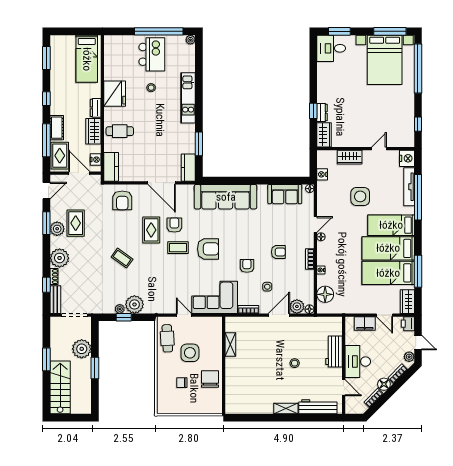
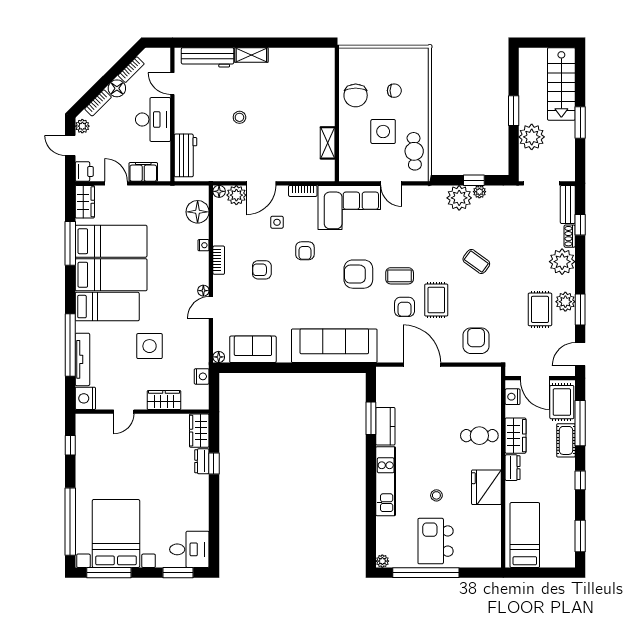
kitchen counter: (111, 167) -> (491, 387), removed
kitchen counter: (188, 168) -> (385, 426), moved
workbench: (334, 352) -> (185, 155), moved

